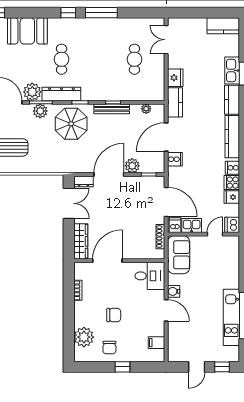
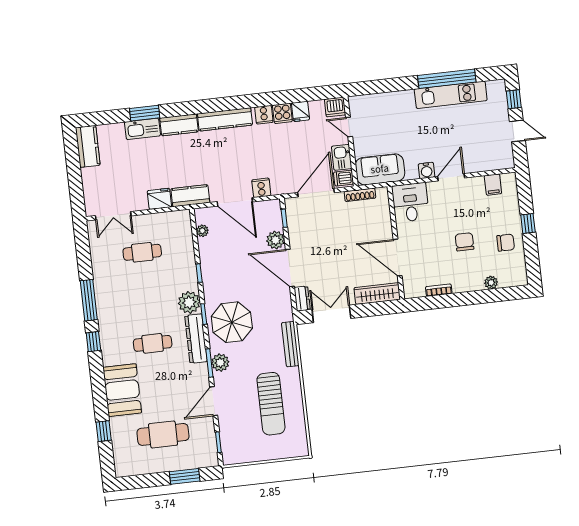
plant: (32, 92) -> (189, 302), moved
bench: (112, 109) -> (290, 344), moved
plant: (84, 337) -> (491, 283), width x0.53, depth x0.53

